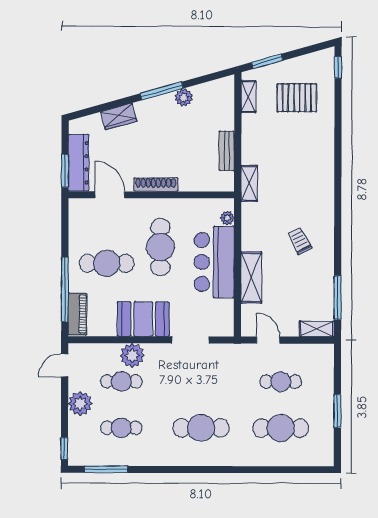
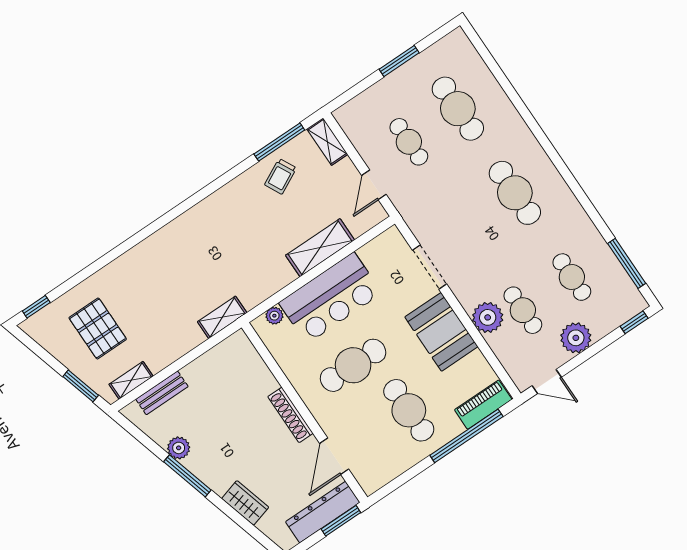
bench: (227, 151) -> (162, 393), moved
trolley: (300, 241) -> (281, 176), moved

